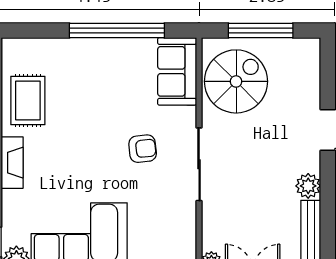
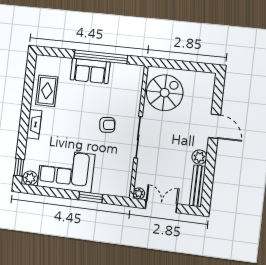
window: (261, 30) -> (182, 65), removed
sofa: (177, 71) -> (90, 71), moved, turned -90

